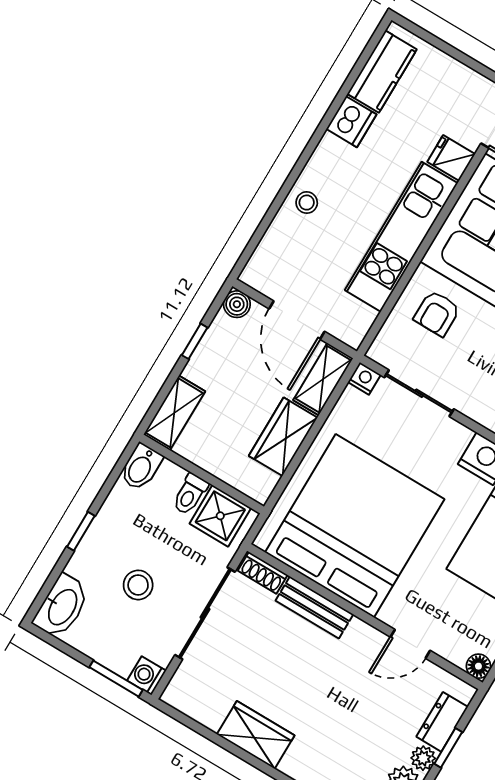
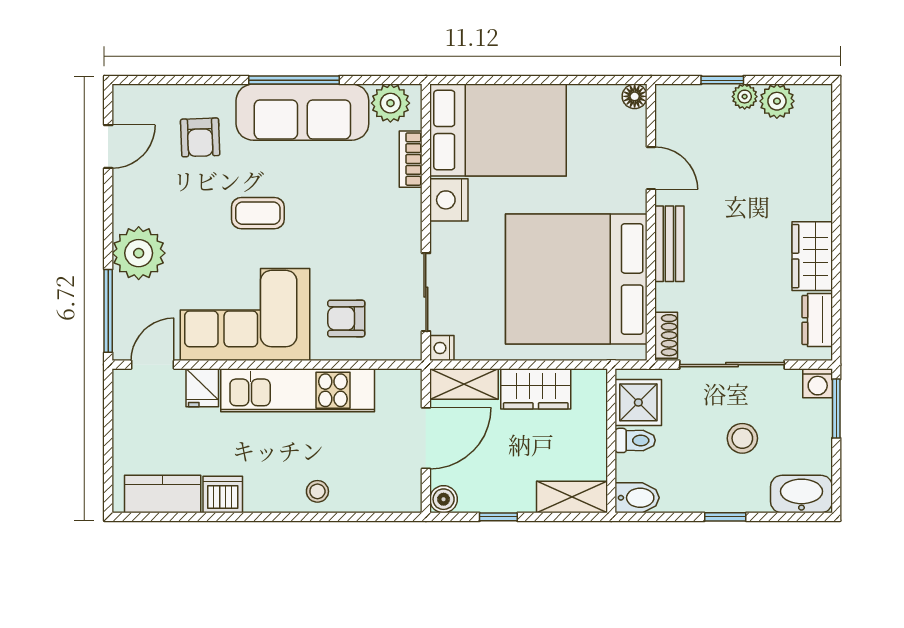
armchair: (437, 313) -> (346, 318), turned 180
bench: (314, 607) -> (669, 244), moved
dresser: (442, 722) -> (817, 320), moved, turned 90

